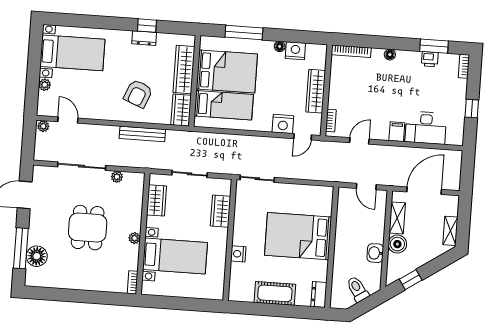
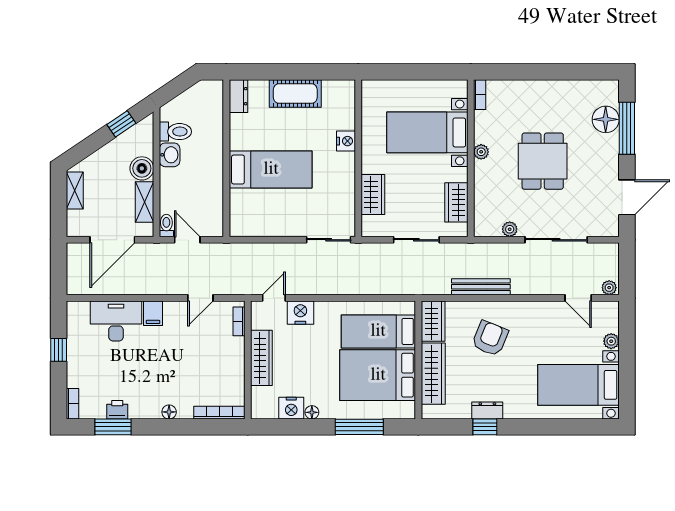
toilet: (382, 199) -> (166, 226), added
bed: (298, 236) -> (271, 169), width x0.67
toilet: (357, 289) -> (175, 132), moved, turned -56

